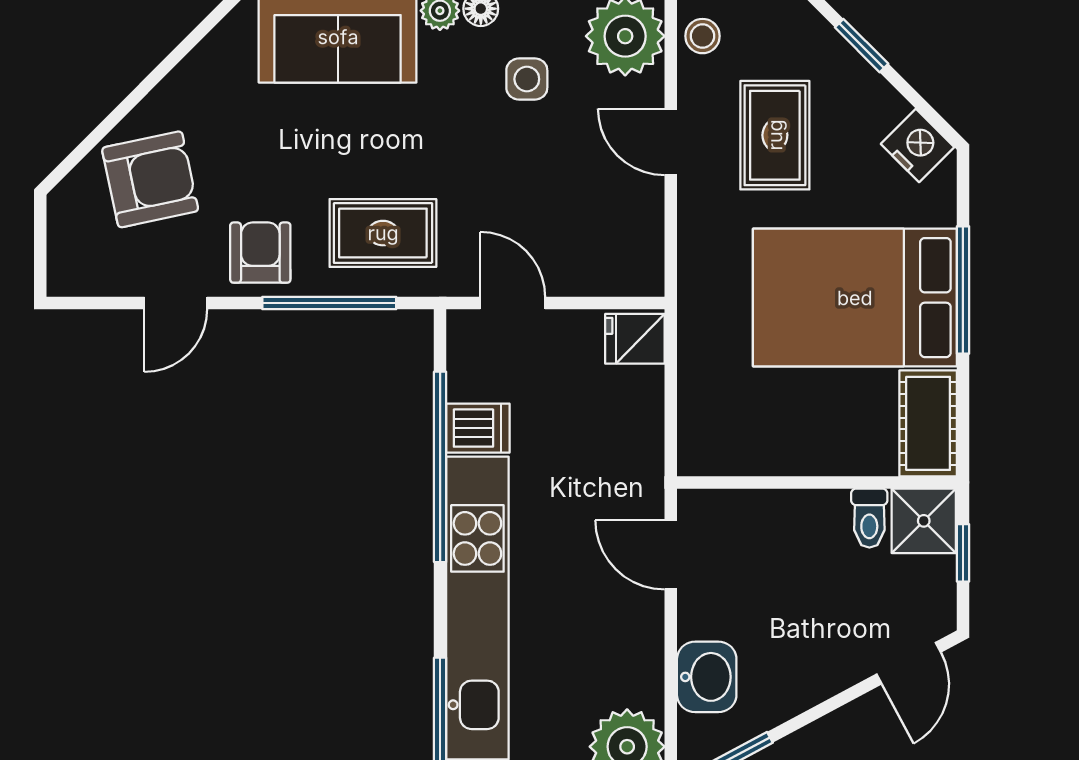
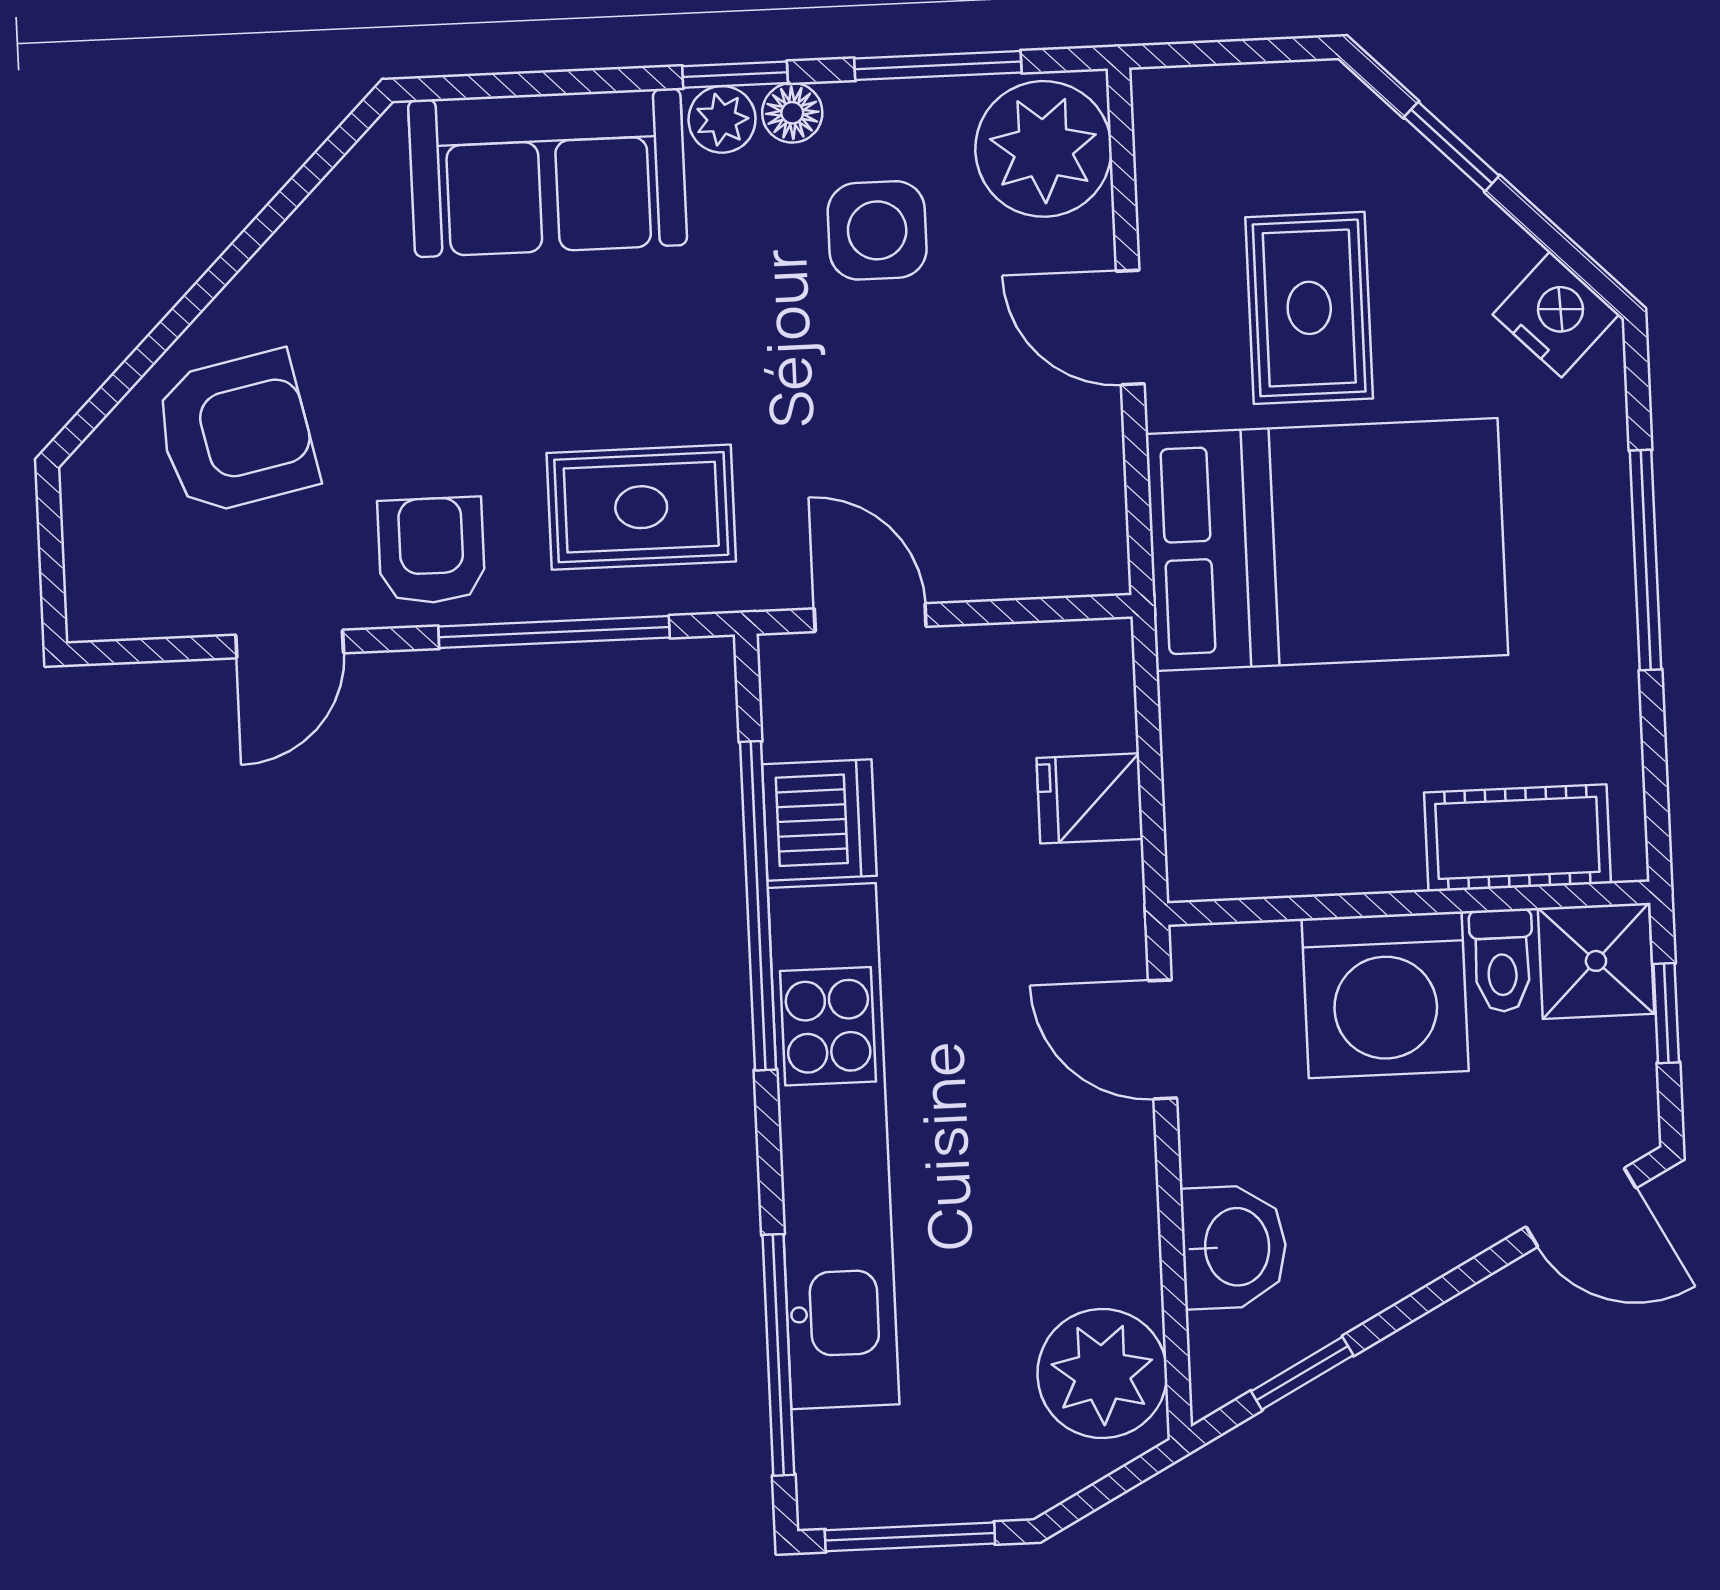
stool: (702, 36) -> (1177, 143), removed
side table: (527, 79) -> (877, 230), width x1.37, depth x1.37
bed: (855, 298) -> (1327, 545), moved, turned 180
fridge: (635, 339) -> (1090, 798), moved
cot: (928, 423) -> (1517, 838), moved, turned 90
dishwasher: (478, 428) -> (819, 820), width x1.38
washing machine: (801, 535) -> (1385, 995), added
door: (909, 663) -> (1581, 1207), hinge flipped

